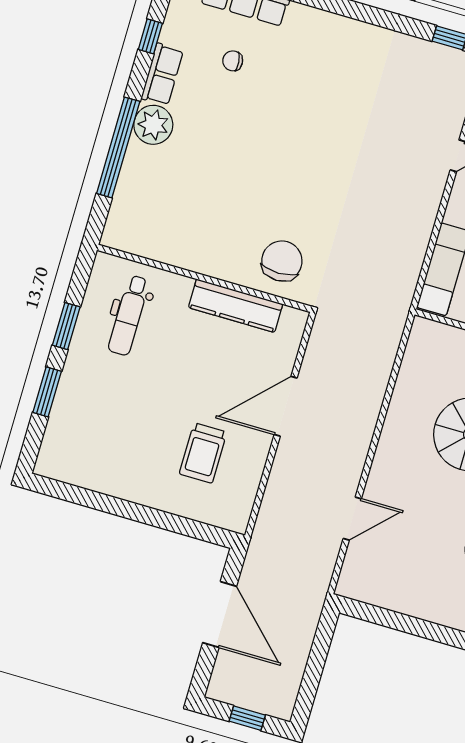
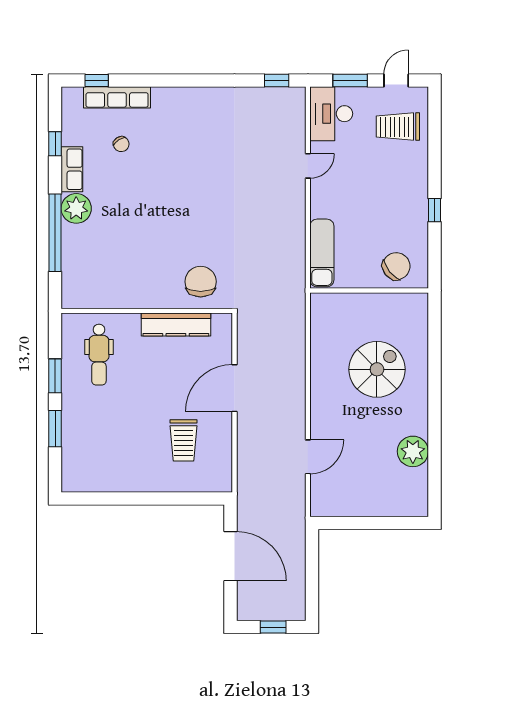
chair: (233, 61) -> (121, 144), turned -117

